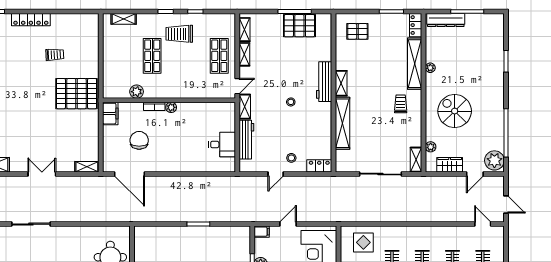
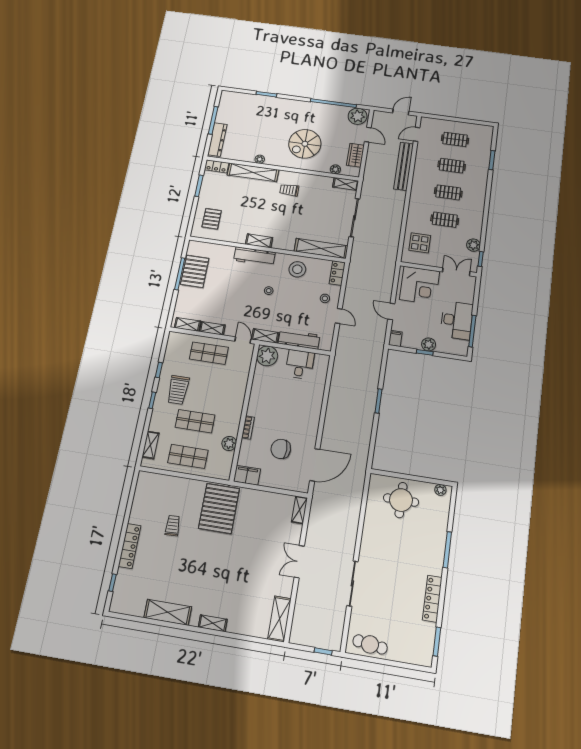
shop shelf: (119, 56) -> (188, 456), added
plant: (171, 107) -> (267, 356), moved, width x1.88, depth x1.88
shelving: (342, 123) -> (321, 249), moved
stool: (317, 126) -> (297, 269), added
bench: (445, 215) -> (404, 166), added

